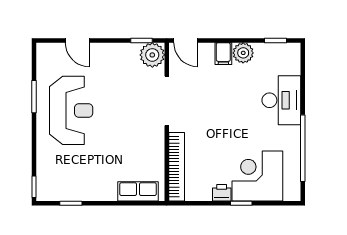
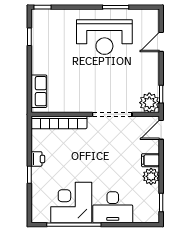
corner desk: (257, 176) -> (71, 203), moved, turned -90

